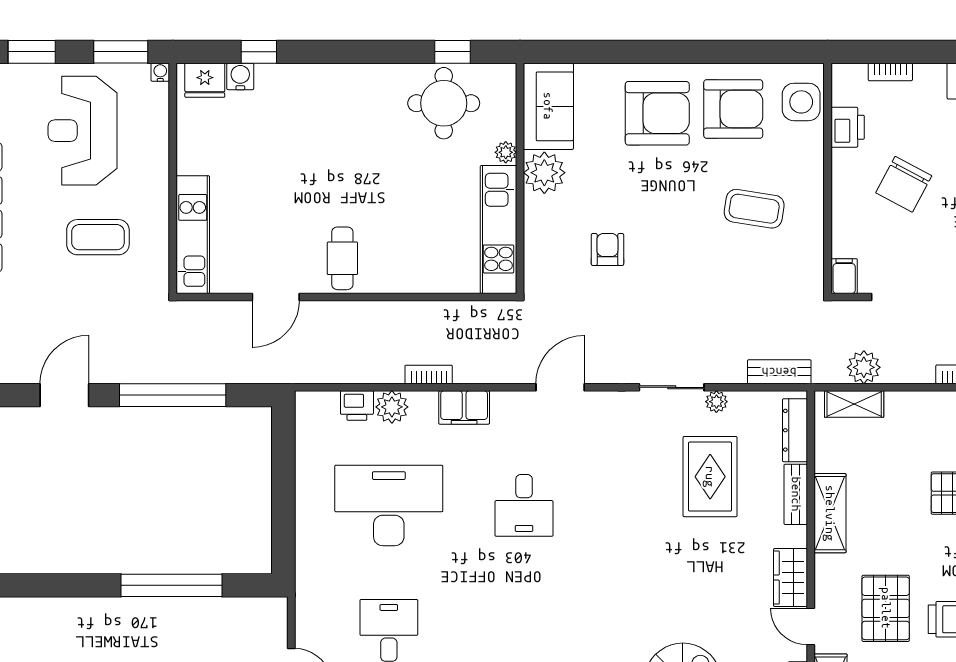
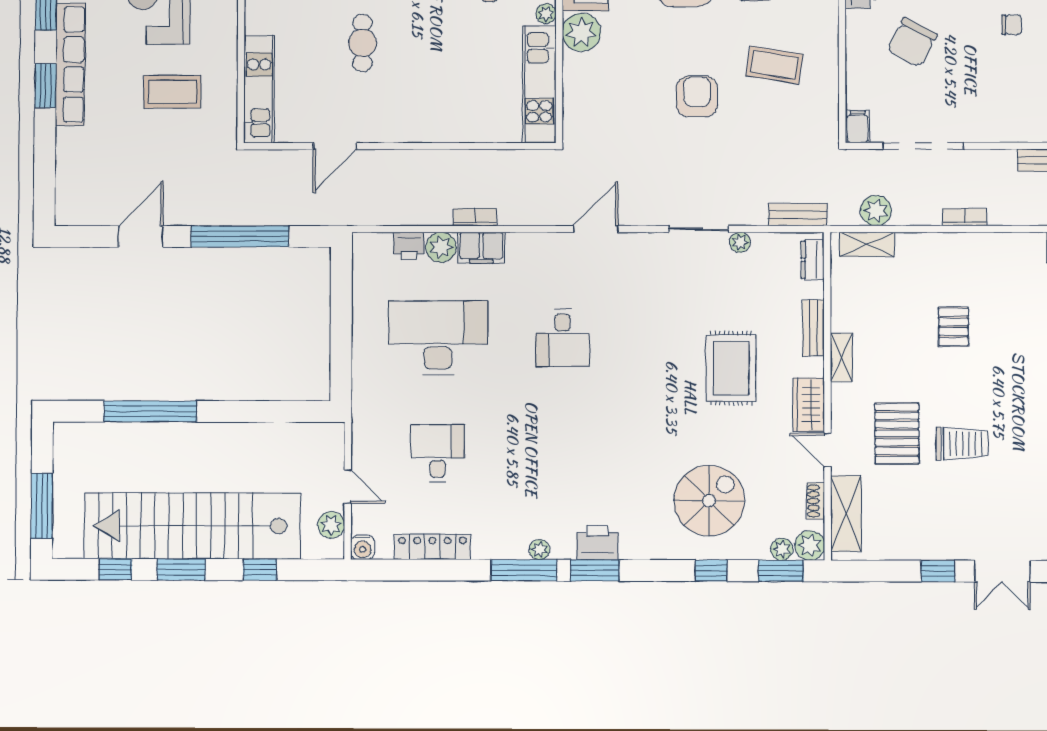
armchair: (607, 250) -> (697, 97), moved, width x1.38, depth x1.38
cafe table: (342, 258) -> (362, 43), moved
filing cabinet: (464, 407) -> (481, 248), moved
dresser: (795, 430) -> (812, 260), width x0.70
rug: (710, 477) -> (731, 368), moved
shelving: (830, 513) -> (841, 357), width x0.67, depth x0.75
window: (171, 585) -> (150, 411), moved

